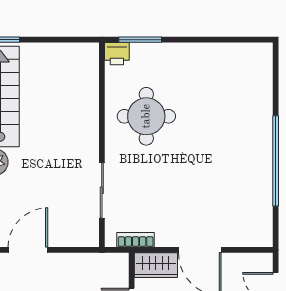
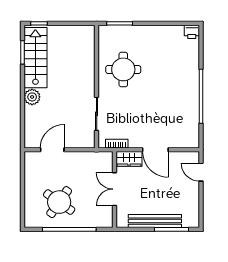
printer: (117, 54) -> (192, 32), moved

